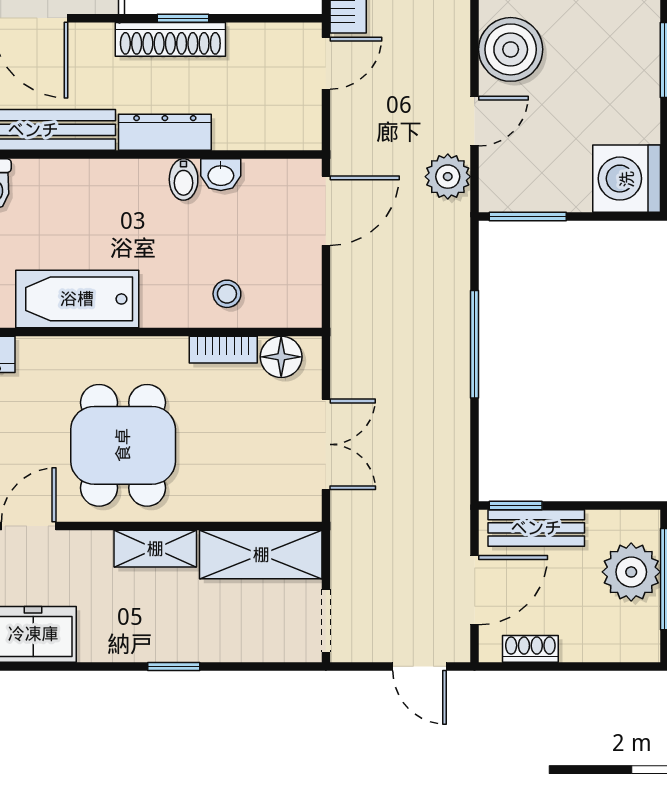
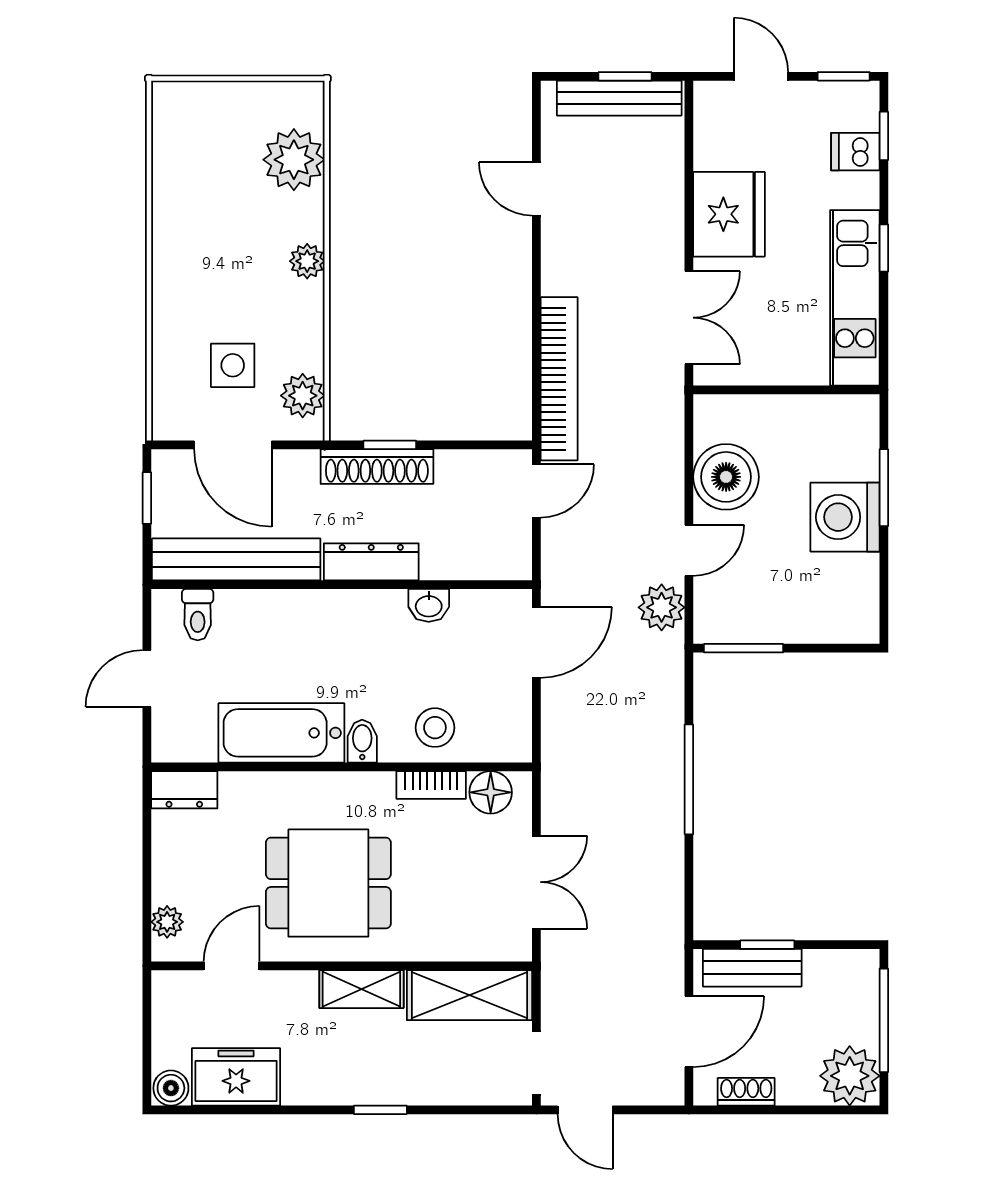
bidet: (184, 179) -> (362, 741), moved, turned 180
washing machine: (627, 179) -> (845, 517), moved
stool: (227, 294) -> (435, 728), width x1.37, depth x1.37
dining table: (123, 445) -> (328, 883), turned 90
window: (516, 505) -> (767, 945), moved
plant: (631, 572) -> (850, 1076), moved
door: (420, 666) -> (585, 1110), moved

